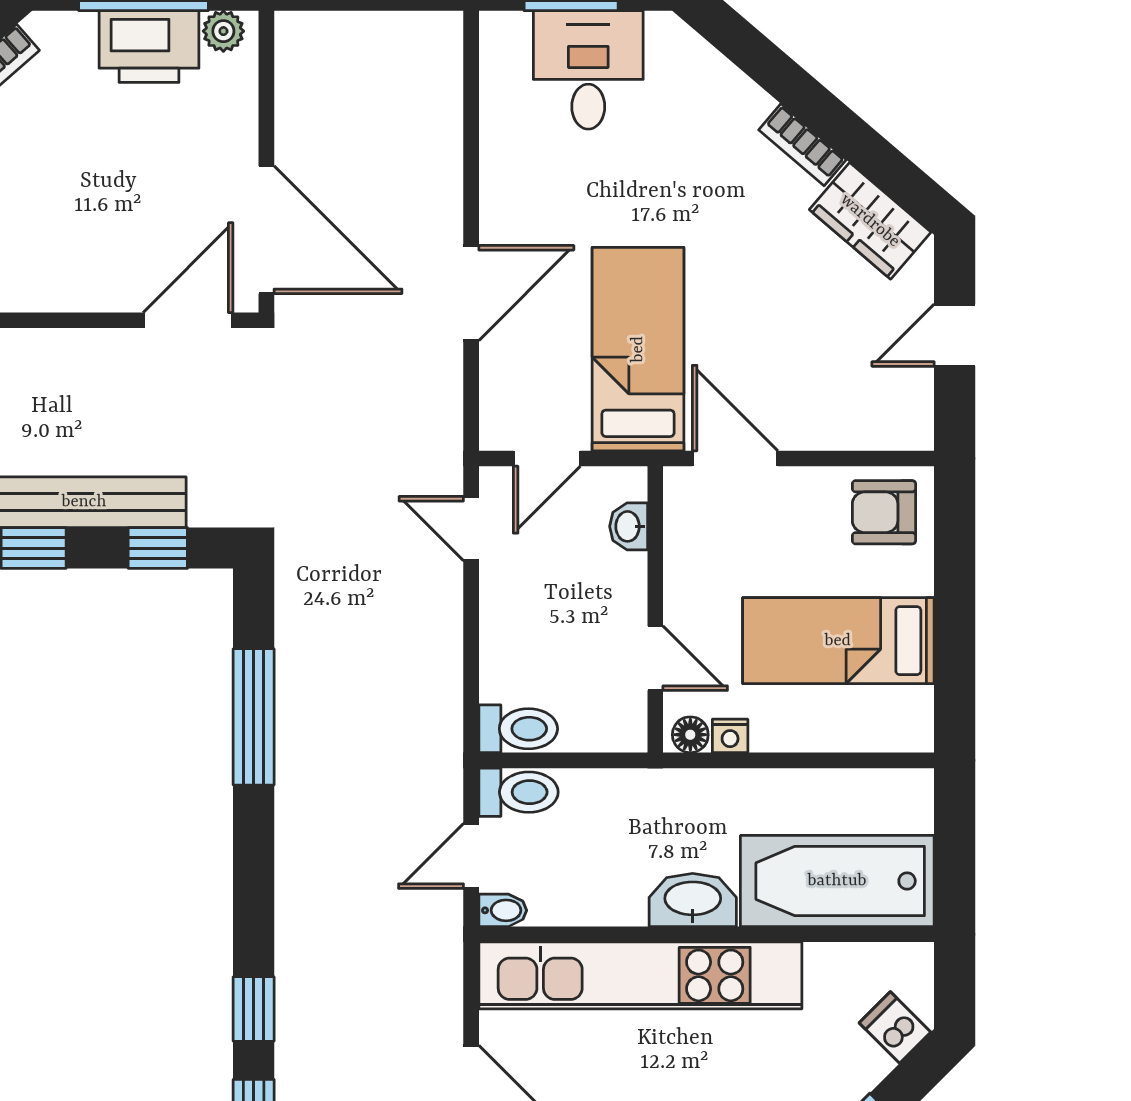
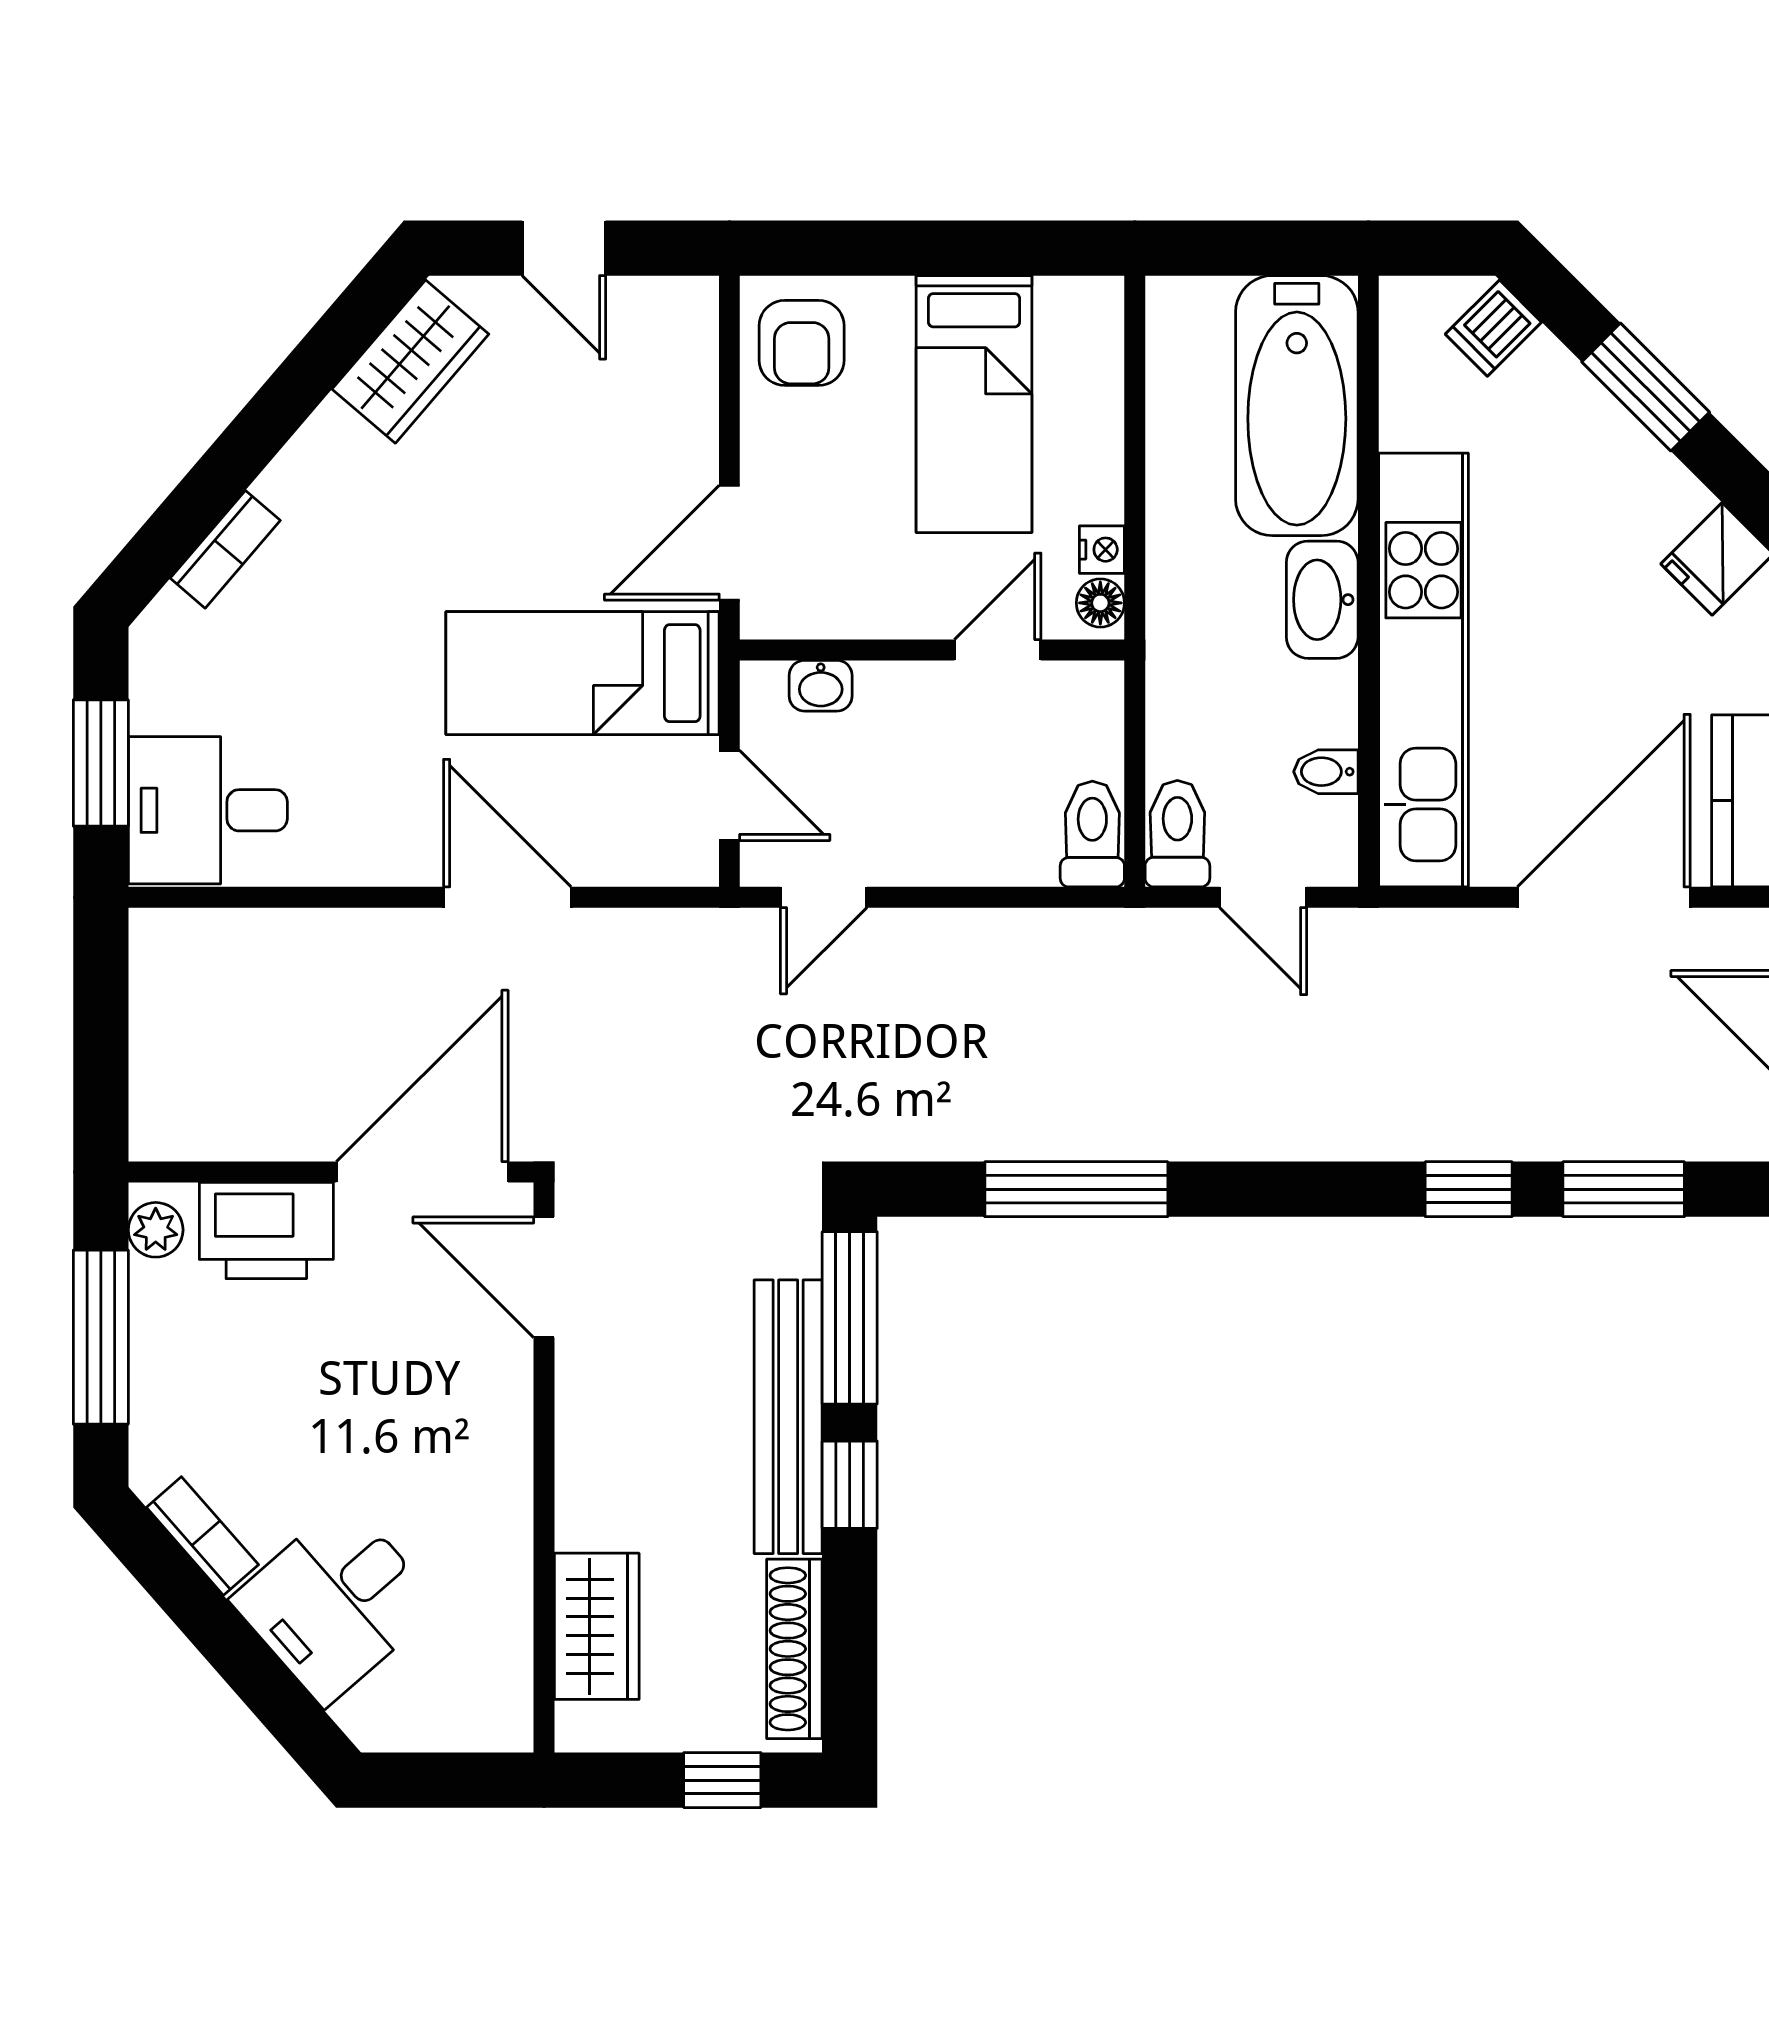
printer: (149, 47) -> (266, 1231), moved, turned 90
desk: (588, 70) -> (208, 810), moved
bookcase: (803, 145) -> (225, 549), moved
window: (158, 548) -> (850, 1318), width x2.17
bidet: (503, 910) -> (1326, 772), moved, turned -90

